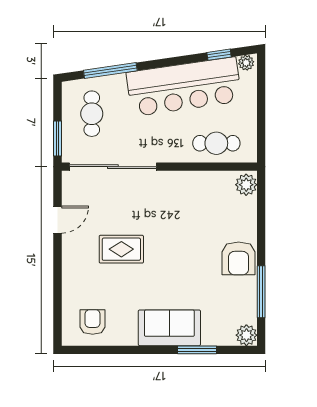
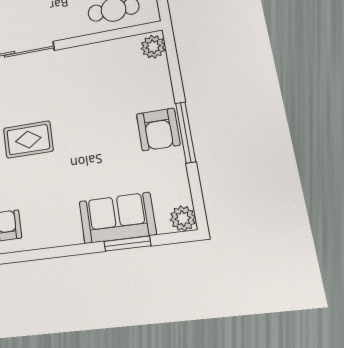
window: (261, 292) -> (186, 132), moved
sofa: (169, 328) -> (117, 218), moved

